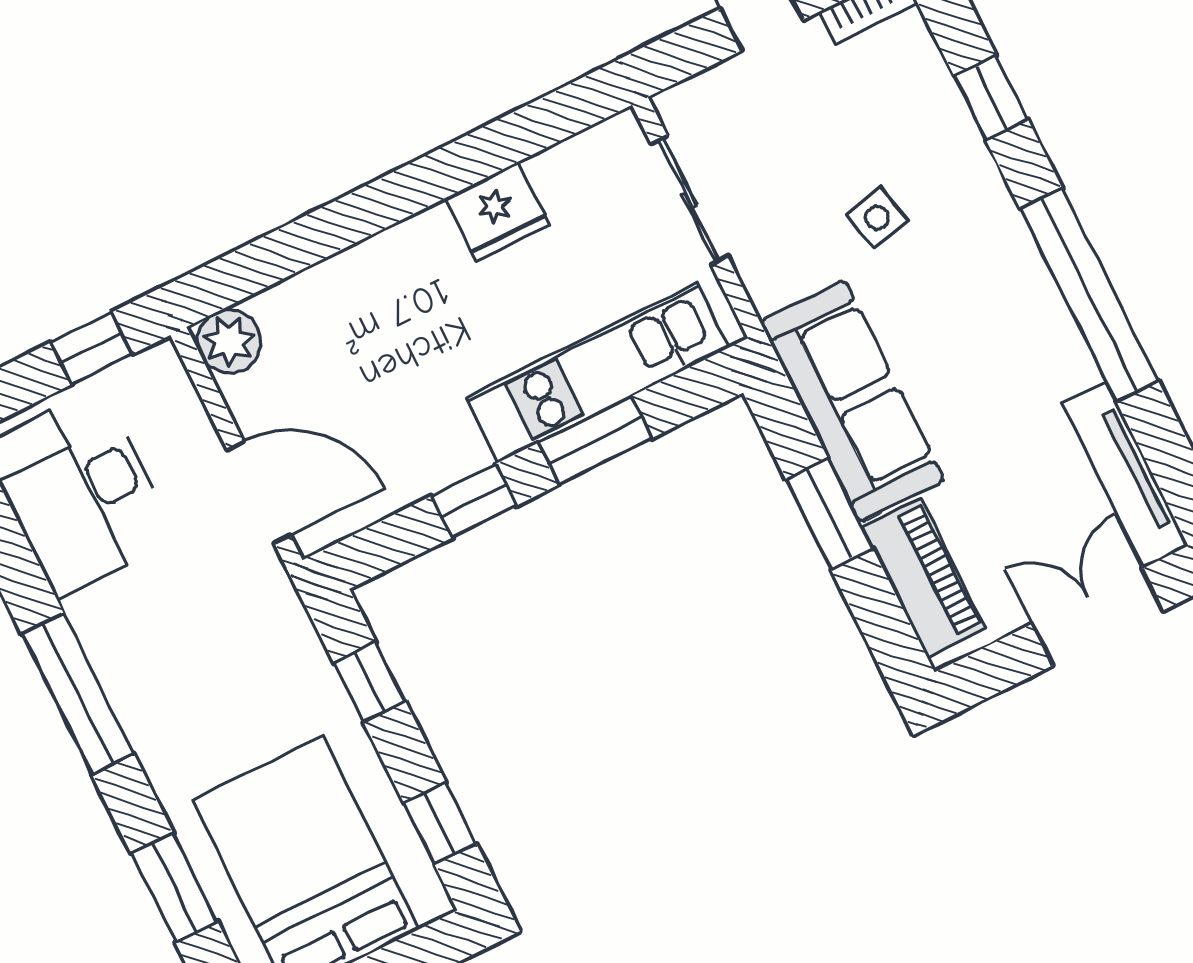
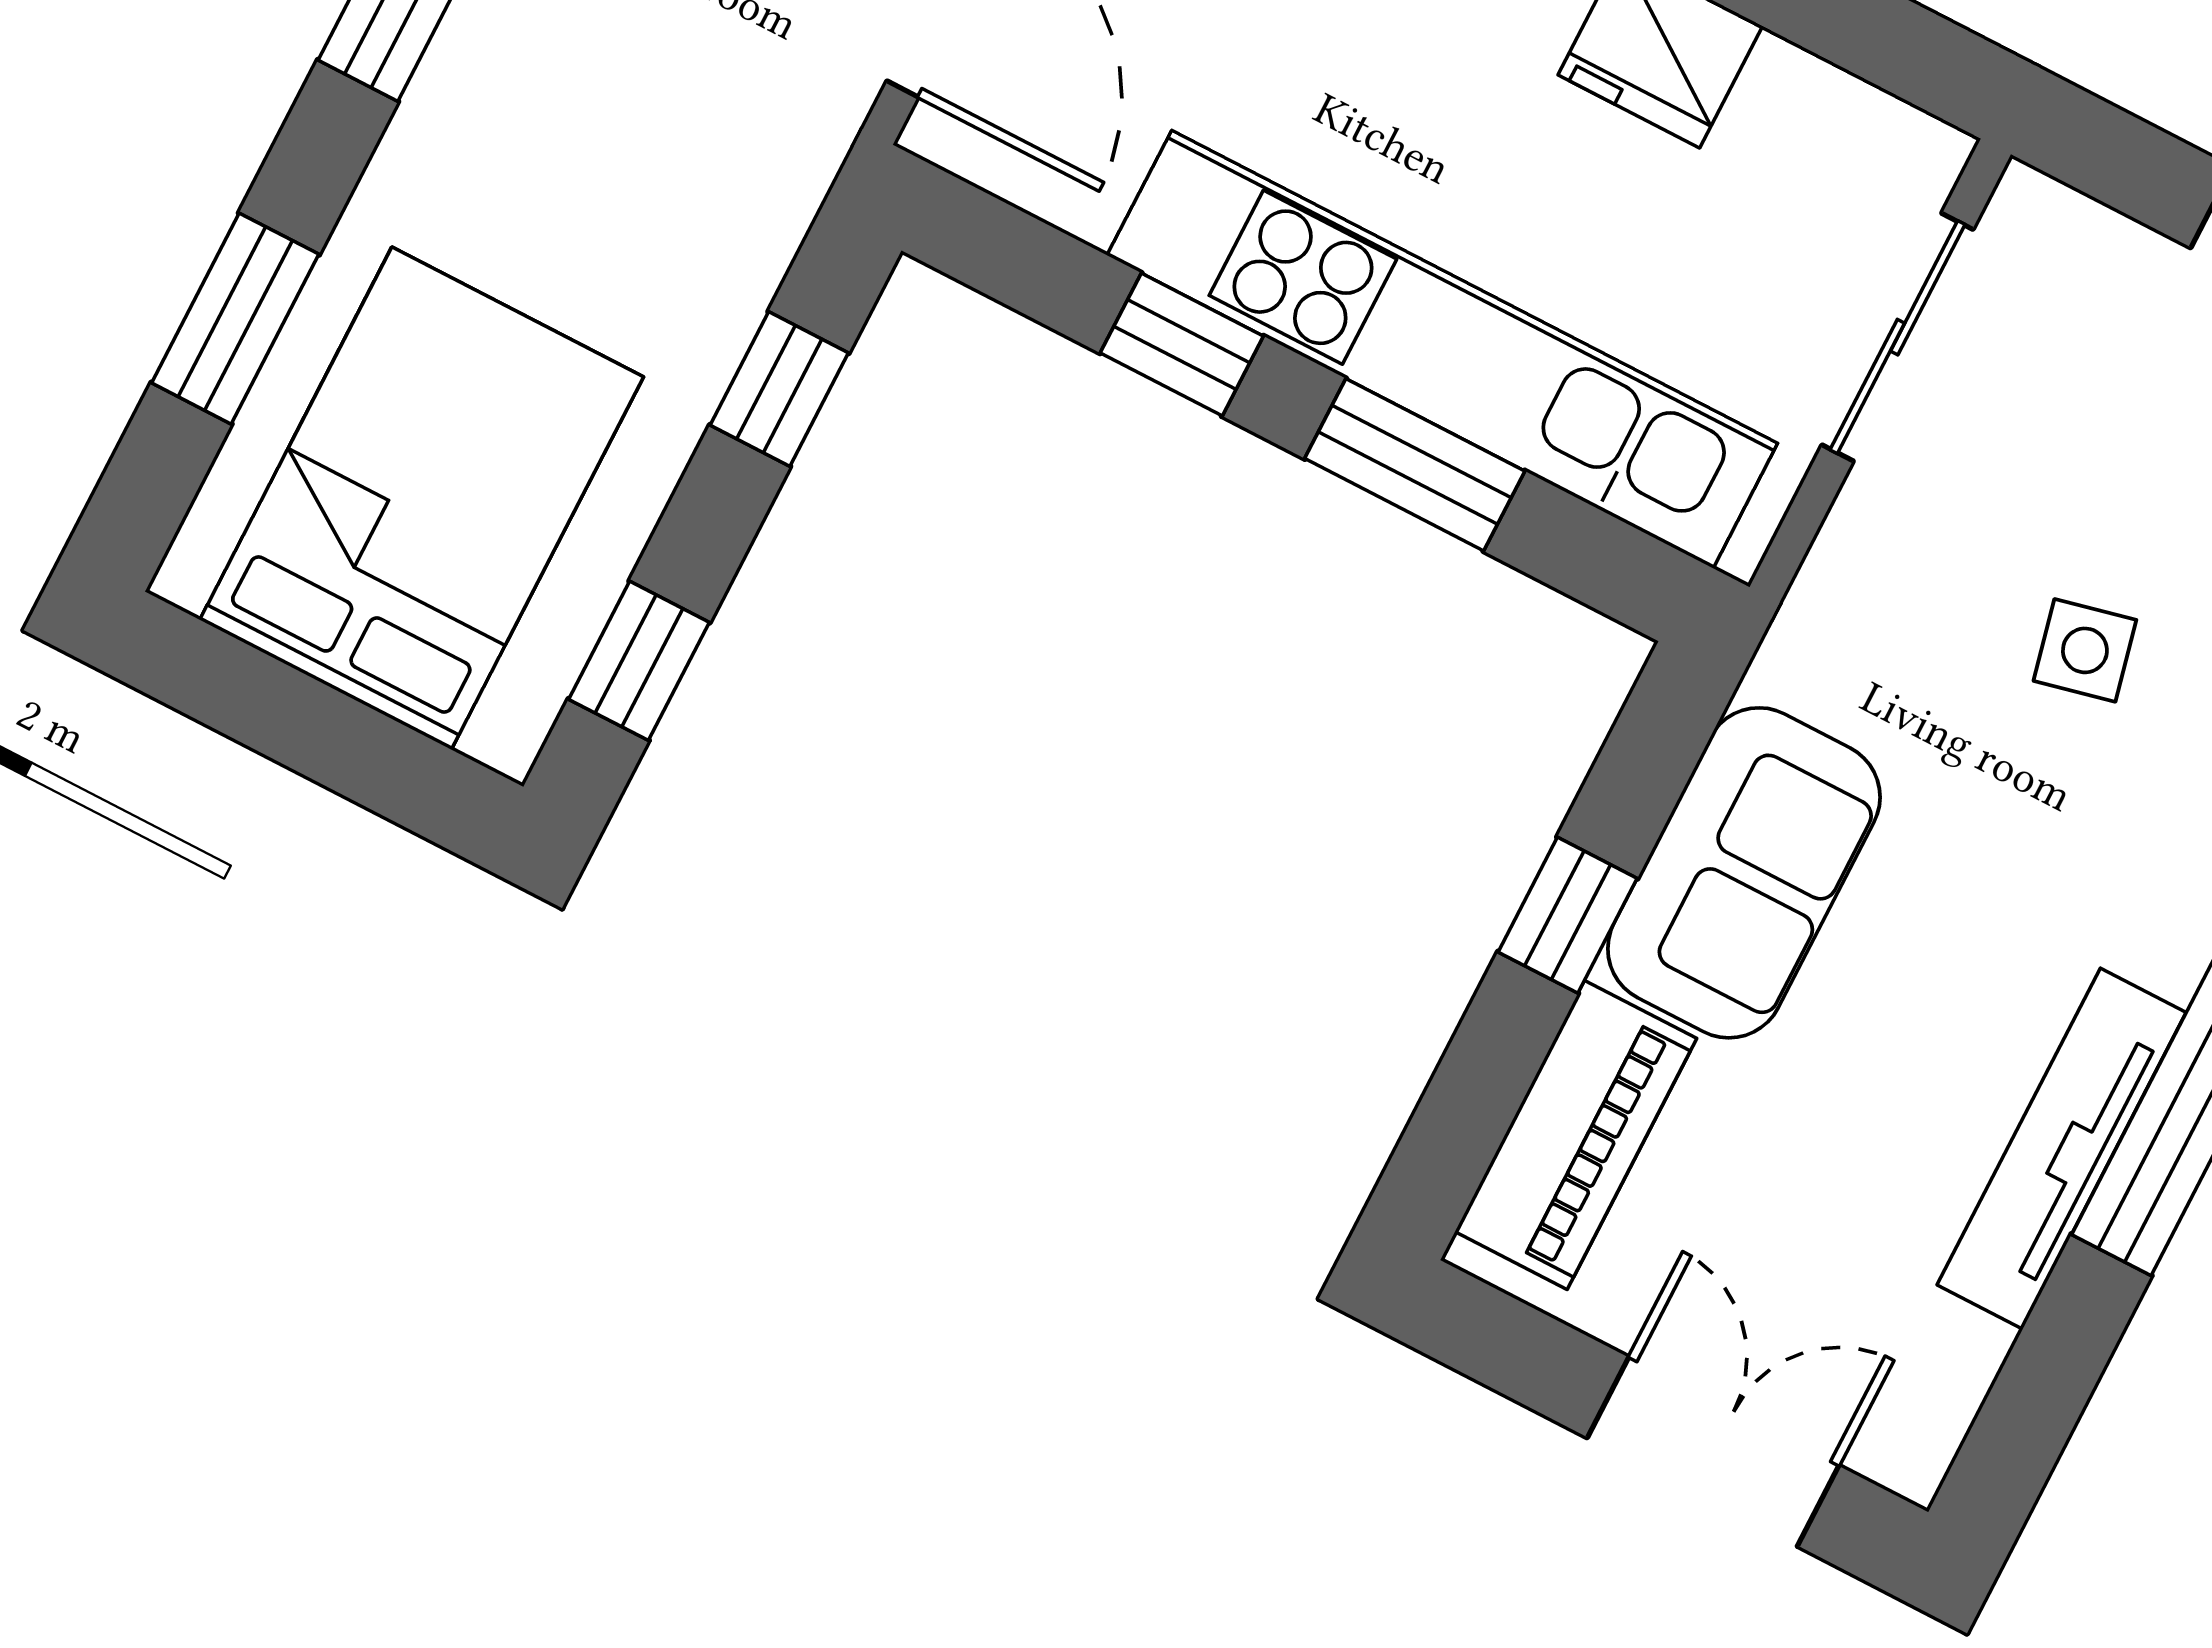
kitchen unit: (597, 373) -> (1442, 349), width x1.36
sofa: (852, 401) -> (1744, 873), width x0.73
tv unit: (1125, 475) -> (2062, 1149), moved
window: (830, 514) -> (1568, 915), width x0.67

